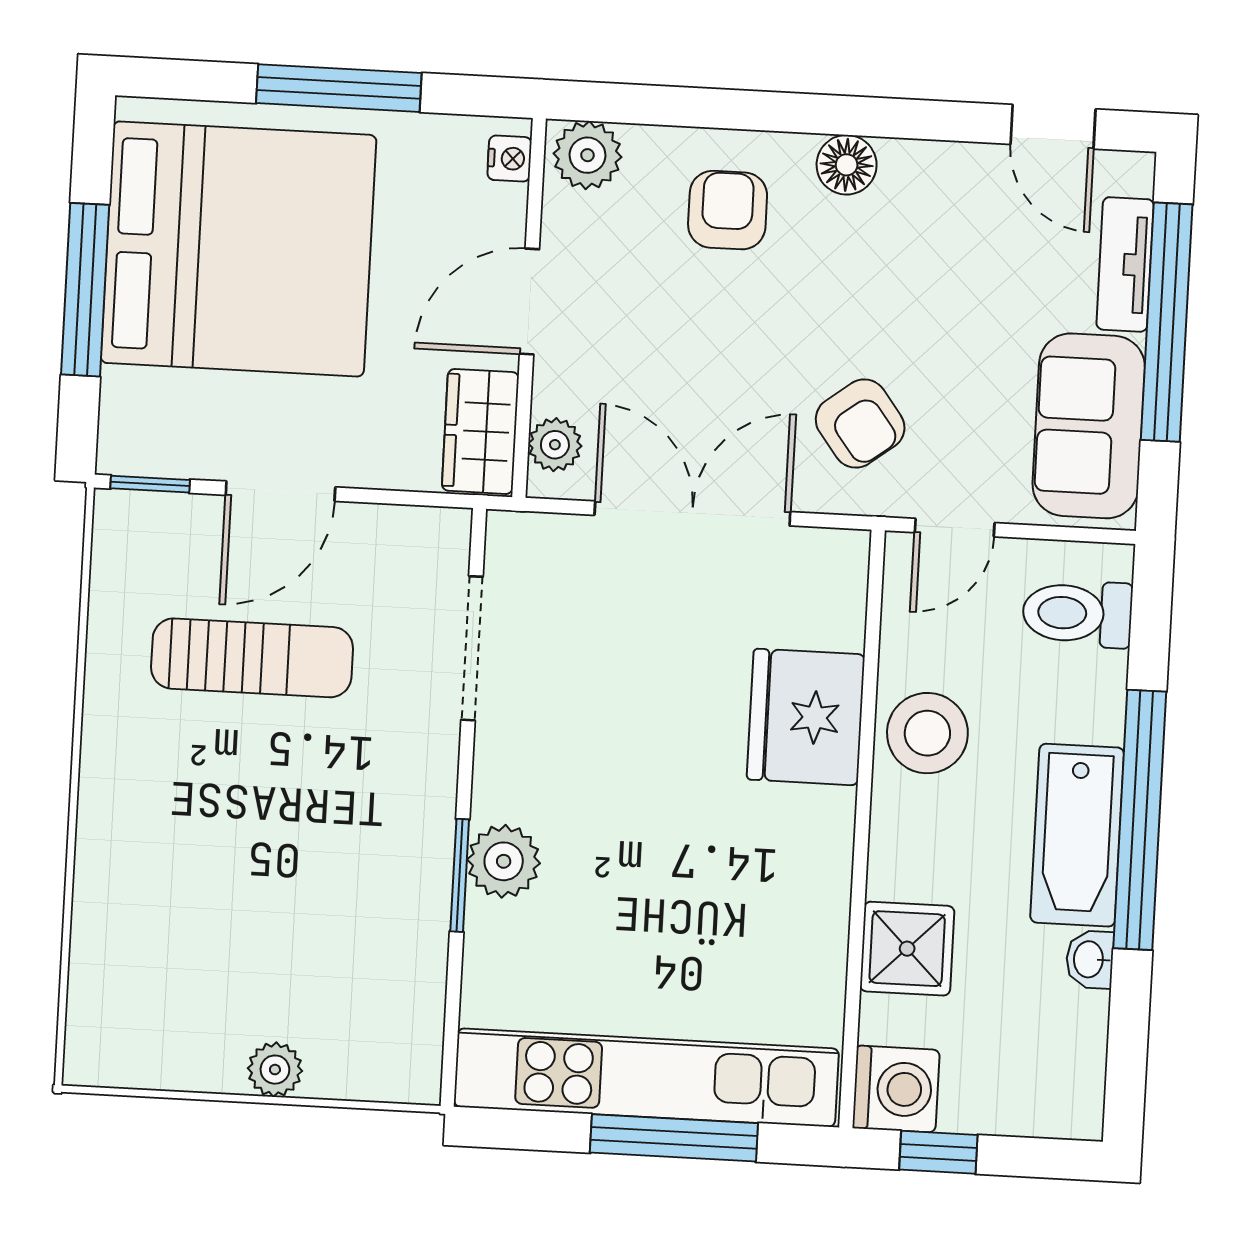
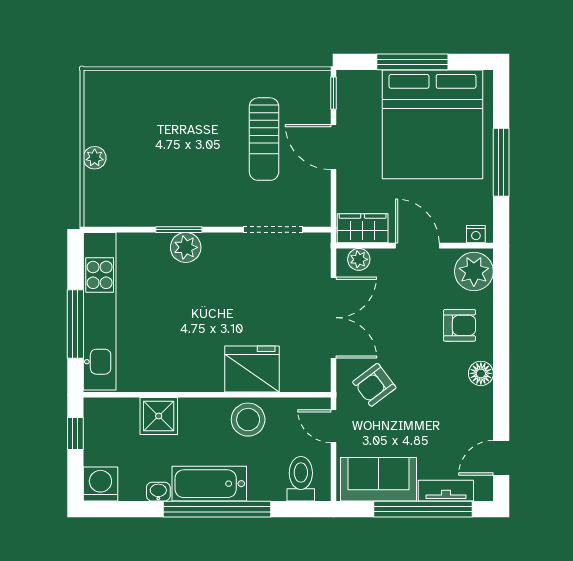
plant: (587, 155) -> (474, 271), width x1.36, depth x1.36
washing machine: (896, 1089) -> (100, 484), moved, turned 180

